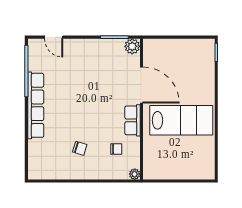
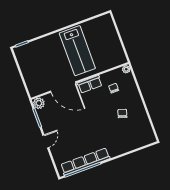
door: (54, 37) -> (46, 141), moved
door: (141, 85) -> (63, 87), swing flipped
row of seats: (36, 105) -> (85, 162), moved
lab bench: (181, 120) -> (77, 51), turned 180

